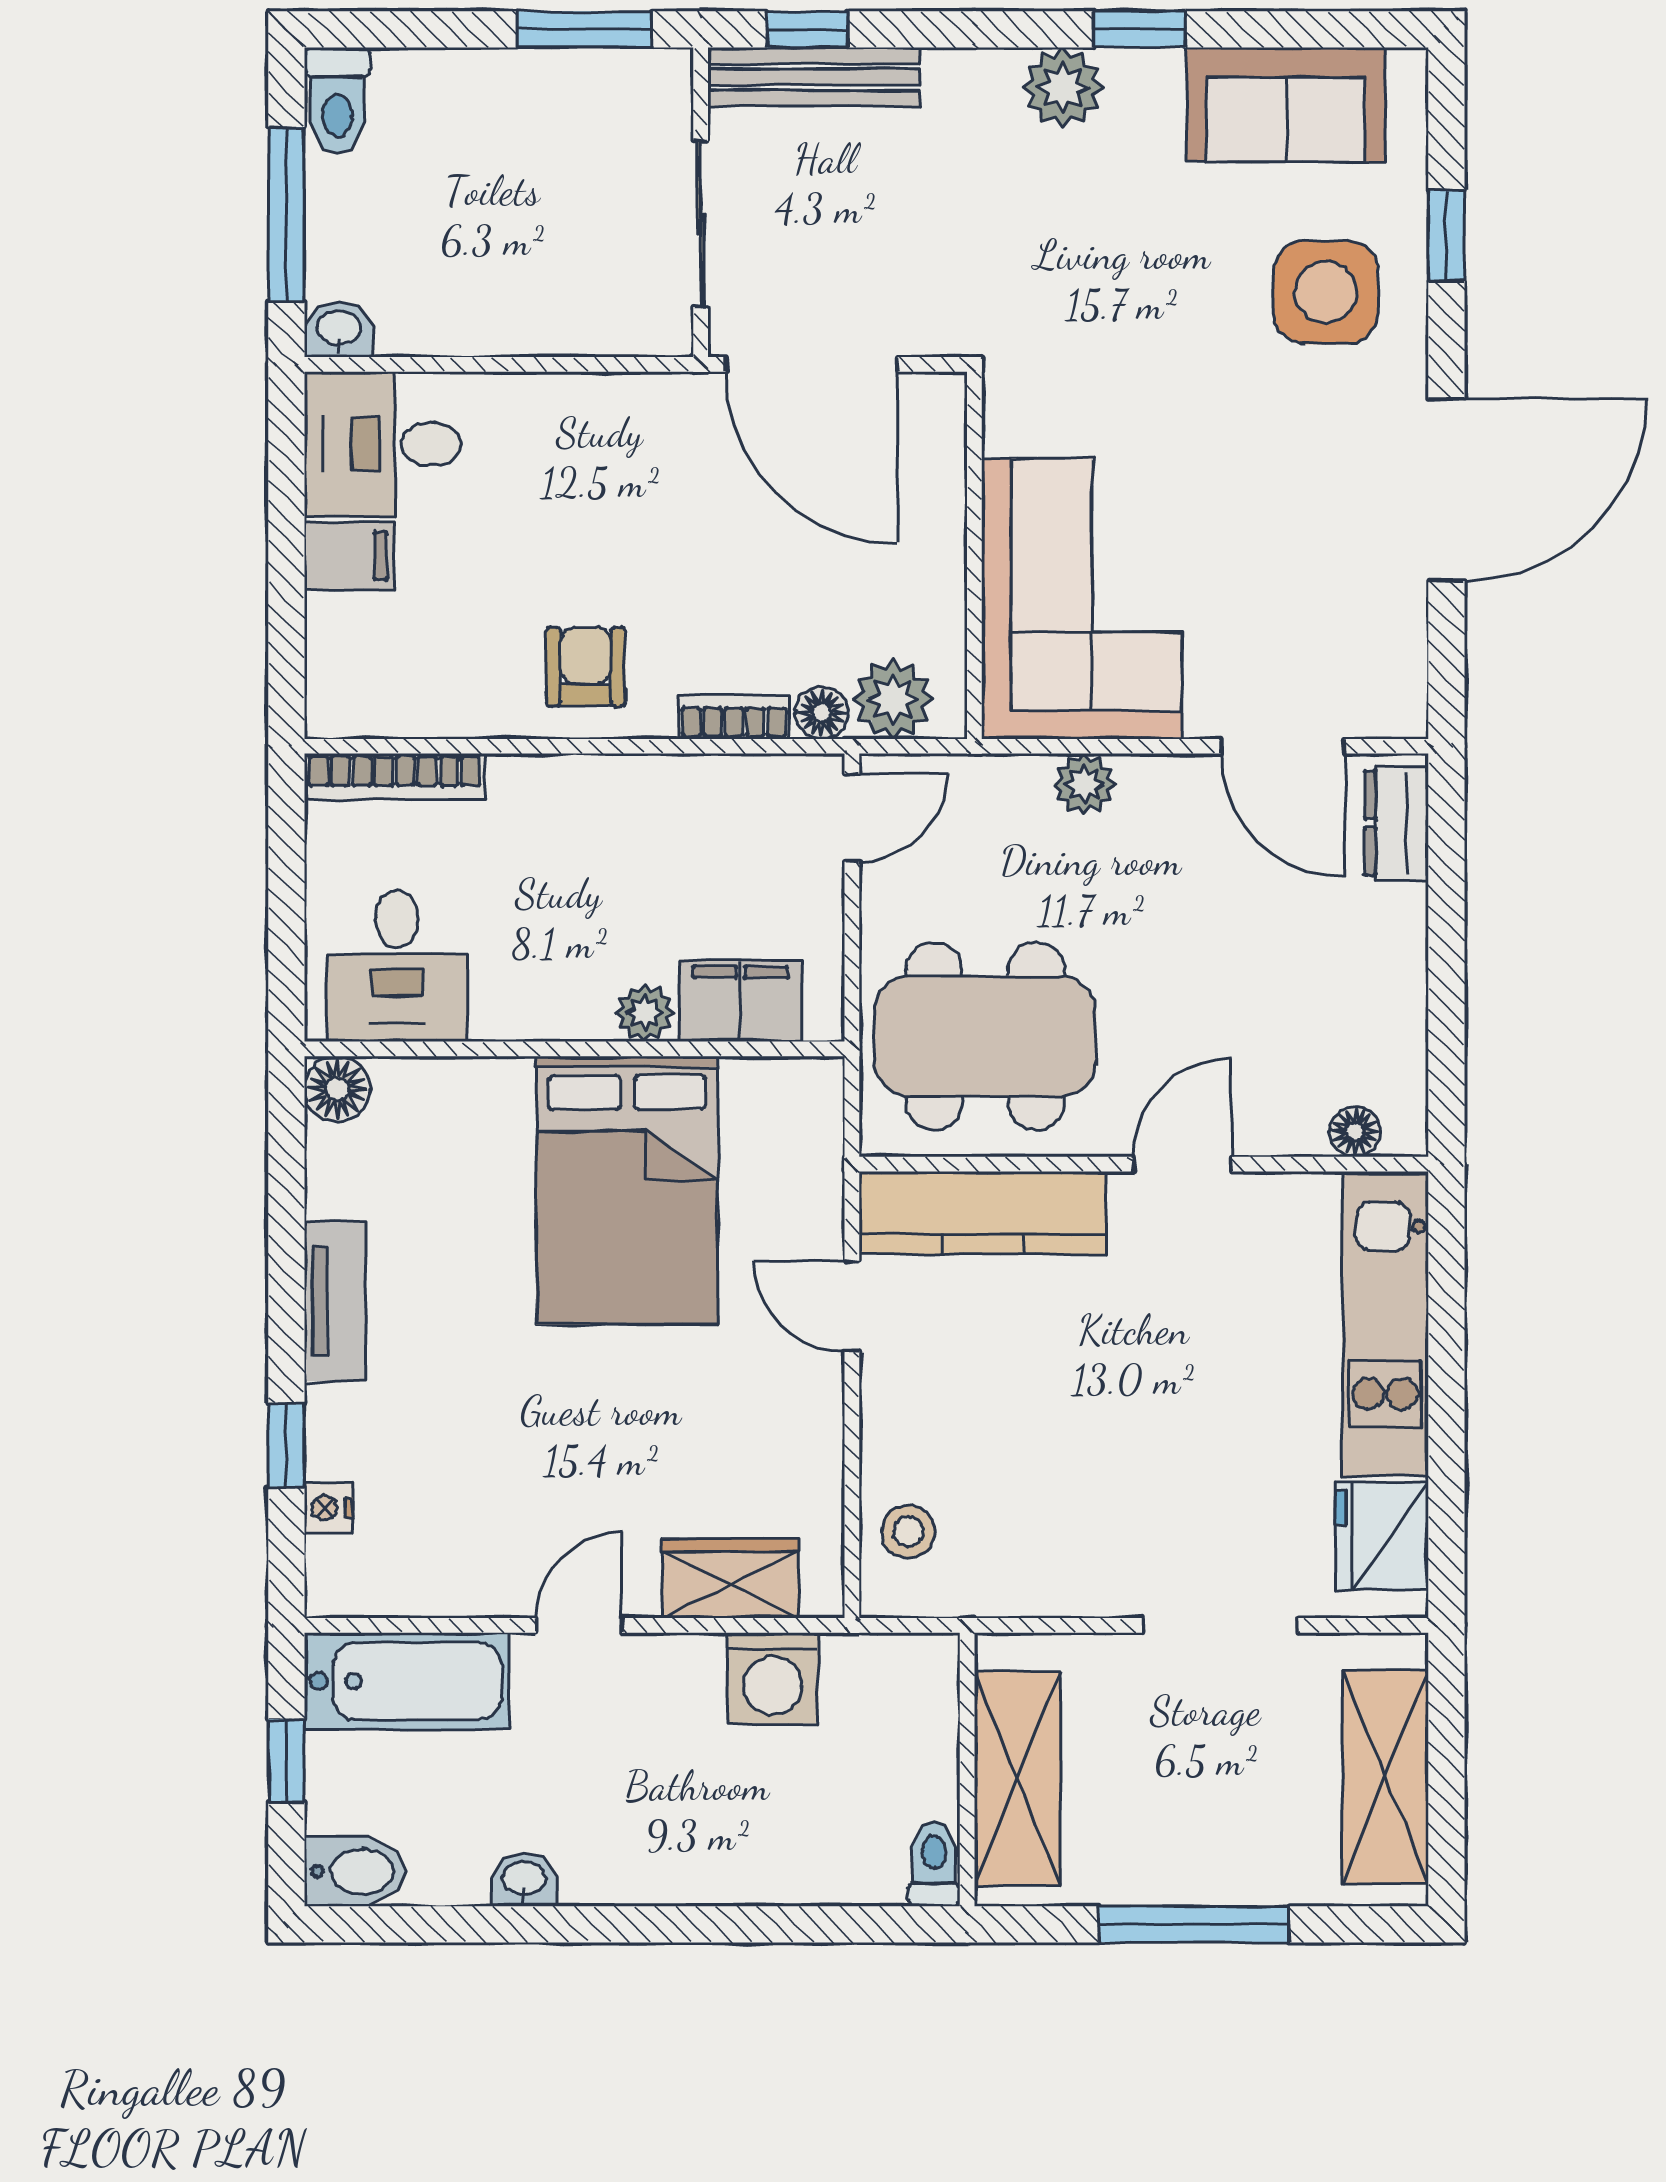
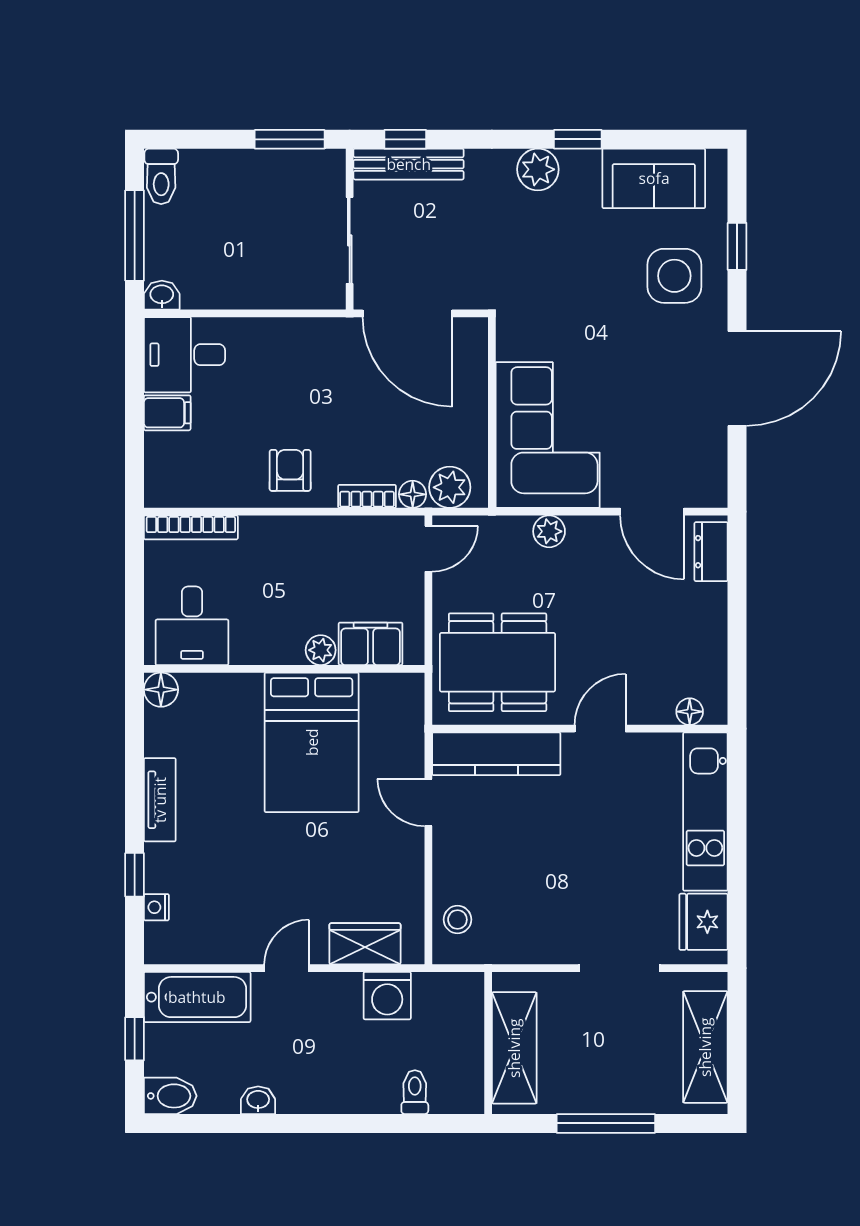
toilet: (934, 1864) -> (415, 1092), moved

